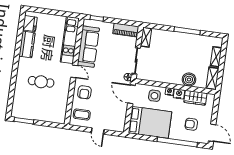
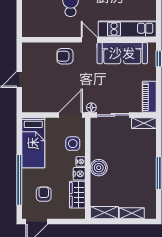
door: (74, 71) -> (89, 40), swing flipped
boiler: (189, 80) -> (99, 168), moved
coffee table: (82, 115) -> (37, 57), removed
bed: (150, 122) -> (33, 143), width x0.67

